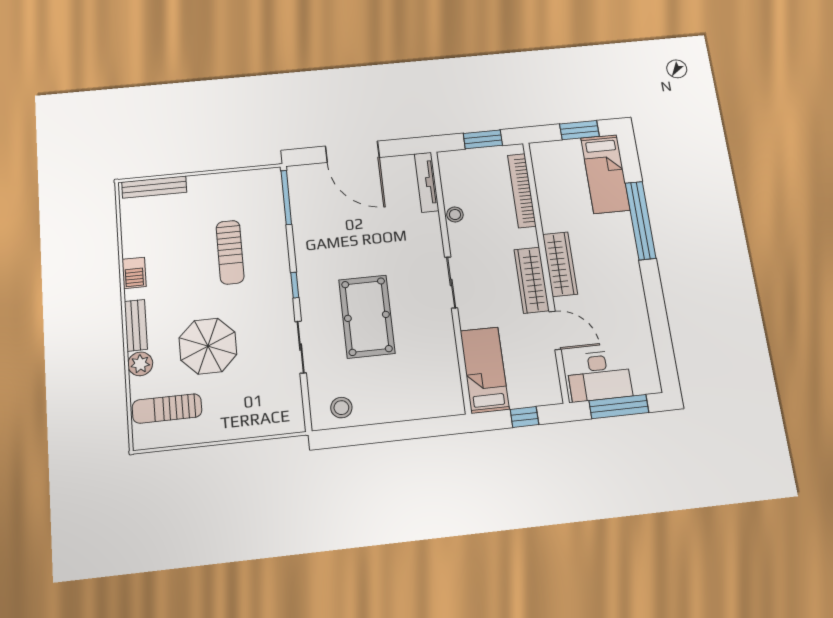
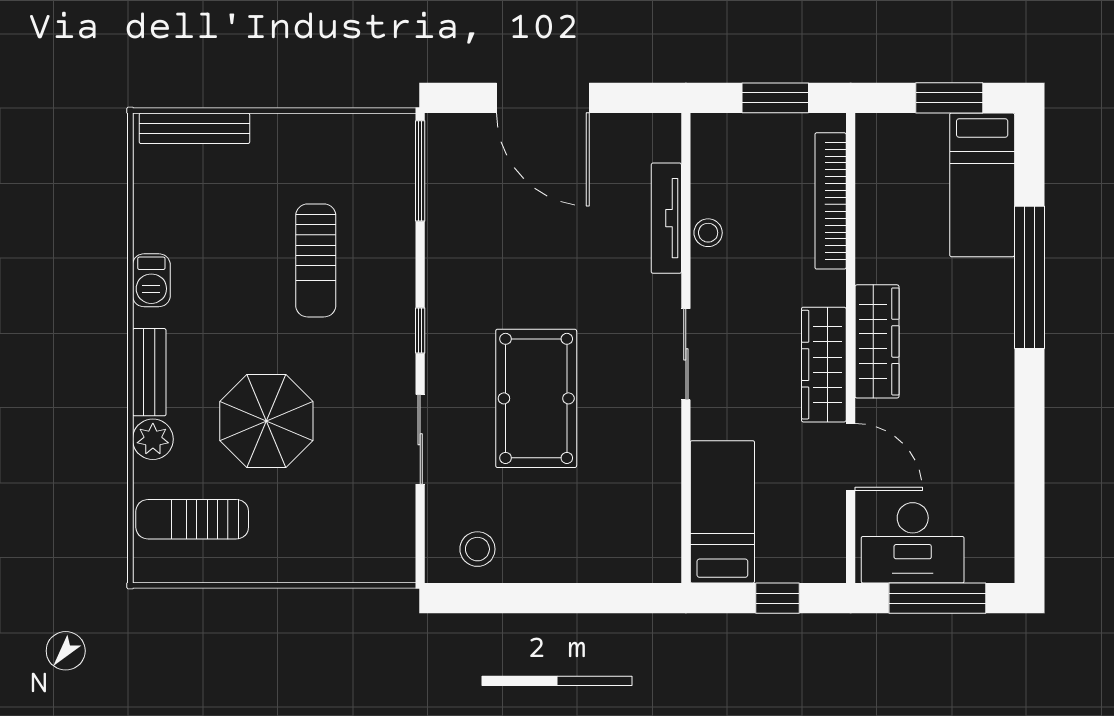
tv unit: (427, 182) -> (666, 218), moved

